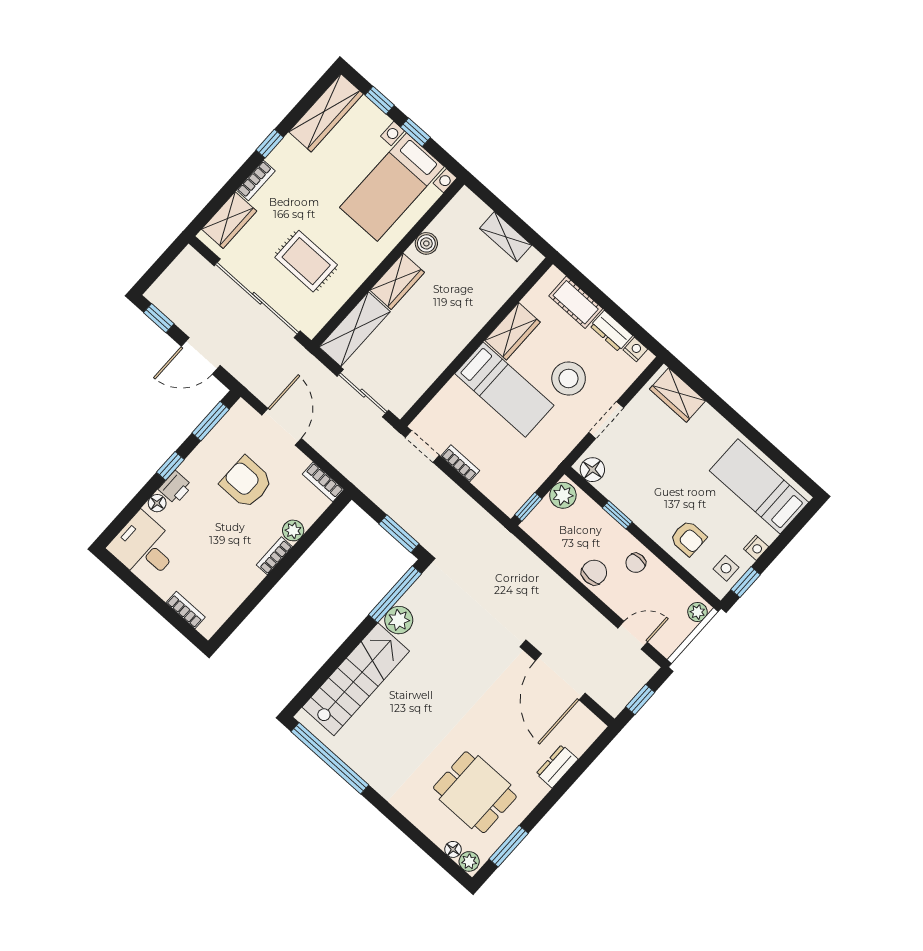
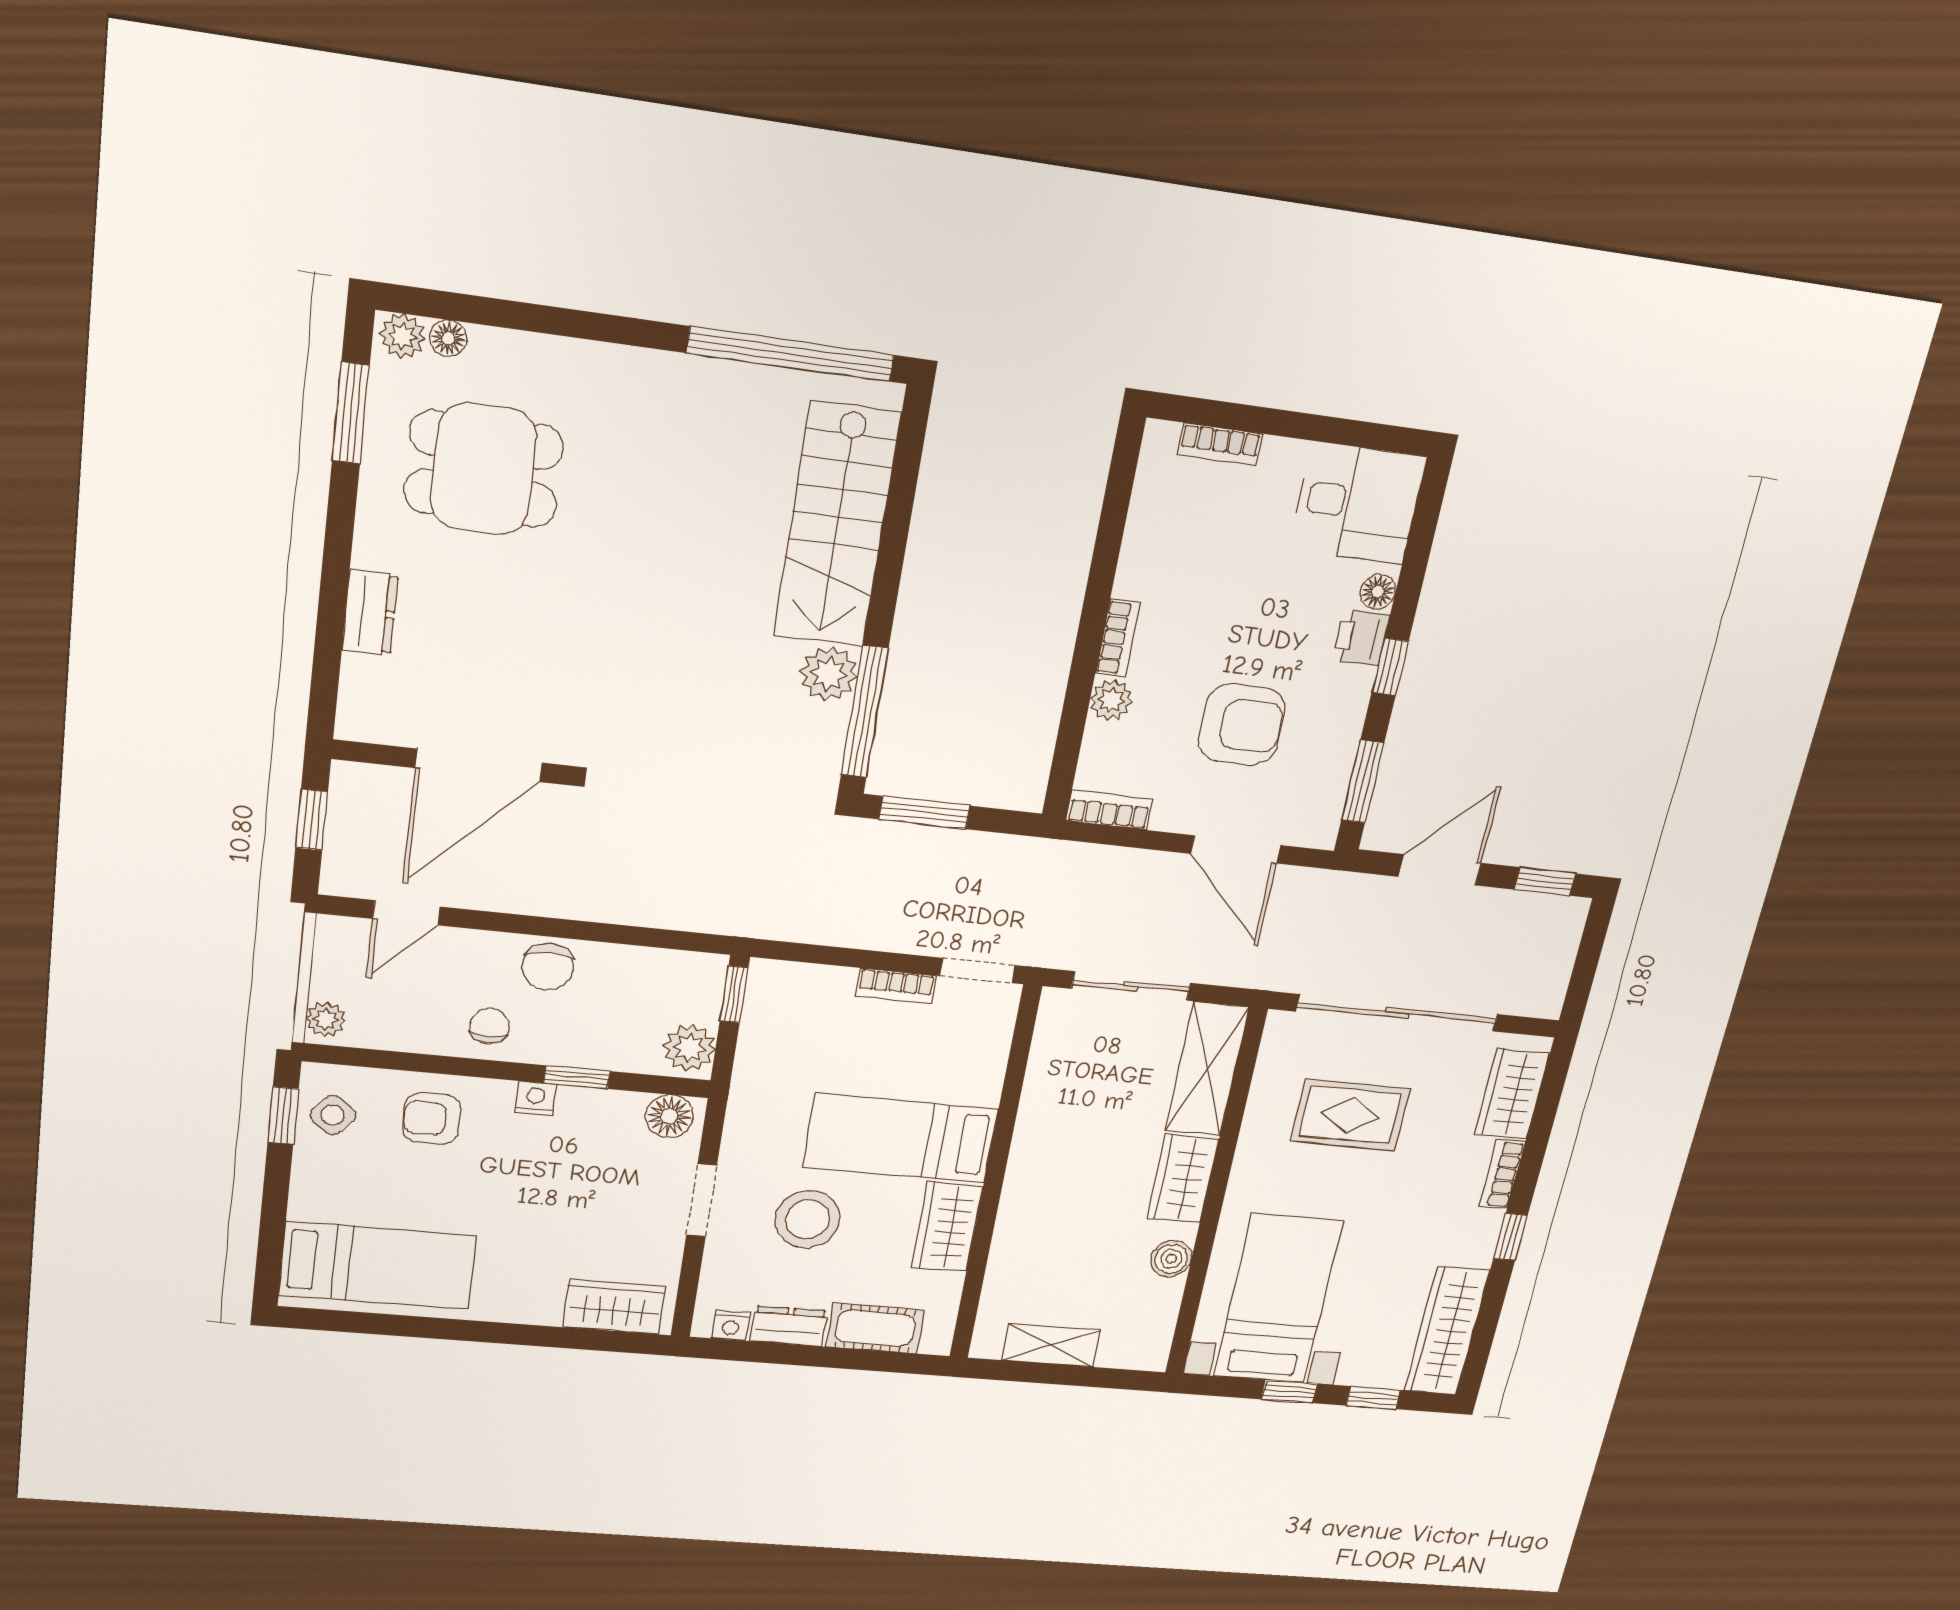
nightstand: (756, 548) -> (536, 1098), moved, turned 90
side table: (726, 568) -> (333, 1115), turned 38
door: (560, 677) -> (479, 765), swing flipped

